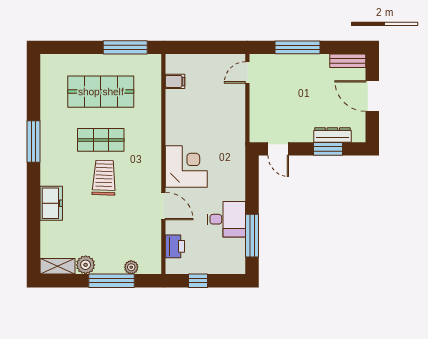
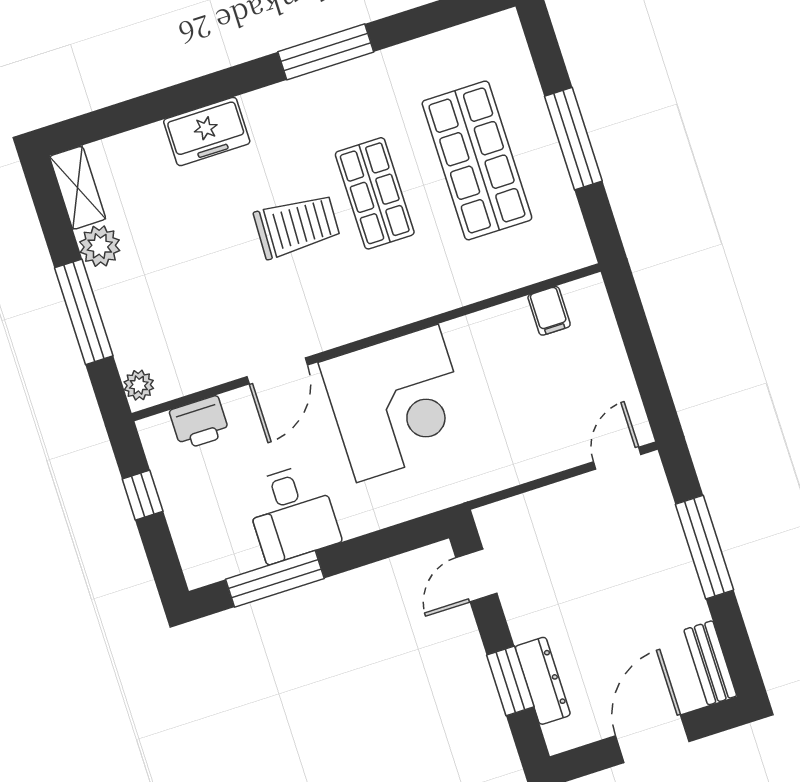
window: (125, 47) -> (573, 139), moved
door: (247, 72) -> (617, 458), hinge flipped
corner desk: (186, 167) -> (397, 403), width x1.36, depth x1.36
plant: (131, 267) -> (139, 385), moved

